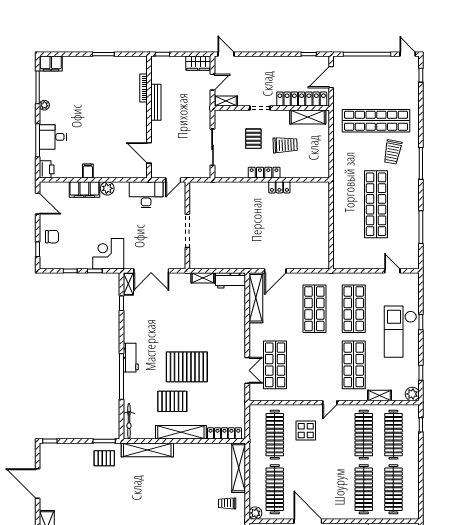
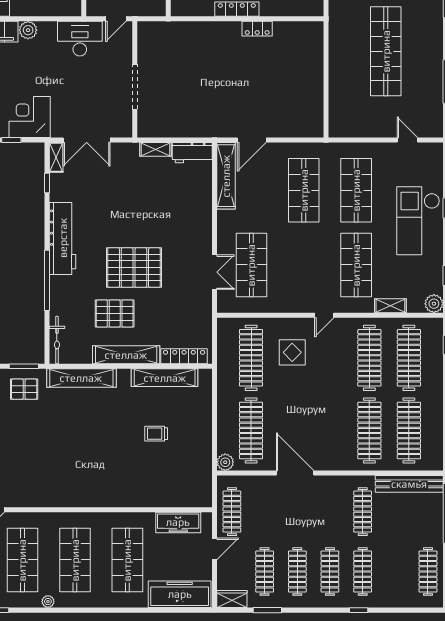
workbench: (131, 358) -> (63, 238), width x1.88, depth x1.32
shelving: (239, 468) -> (165, 378), moved, turned 90
trolley: (227, 503) -> (156, 434), moved

